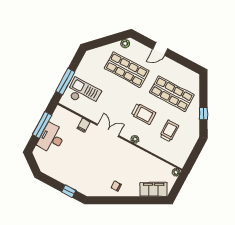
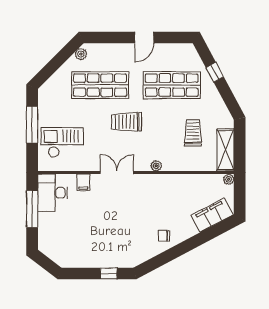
door: (160, 49) -> (144, 37), moved
window: (65, 82) -> (32, 125), moved
trolley: (143, 114) -> (126, 122), moved, turned 180
window: (203, 114) -> (215, 72), moved
desk: (52, 138) -> (53, 193), moved
shelving: (184, 153) -> (226, 150), added

